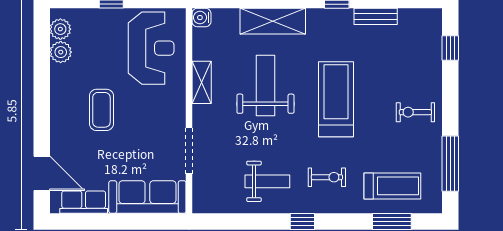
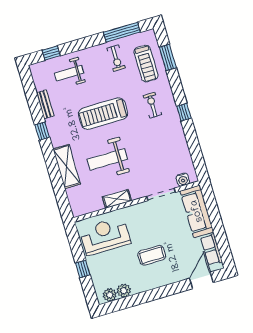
water cooler: (201, 18) -> (183, 180), moved
exercise bike: (415, 112) -> (116, 58), moved
weight bench: (267, 181) -> (69, 73), moved, turned -90
treadmill: (392, 186) -> (146, 64), turned 180

